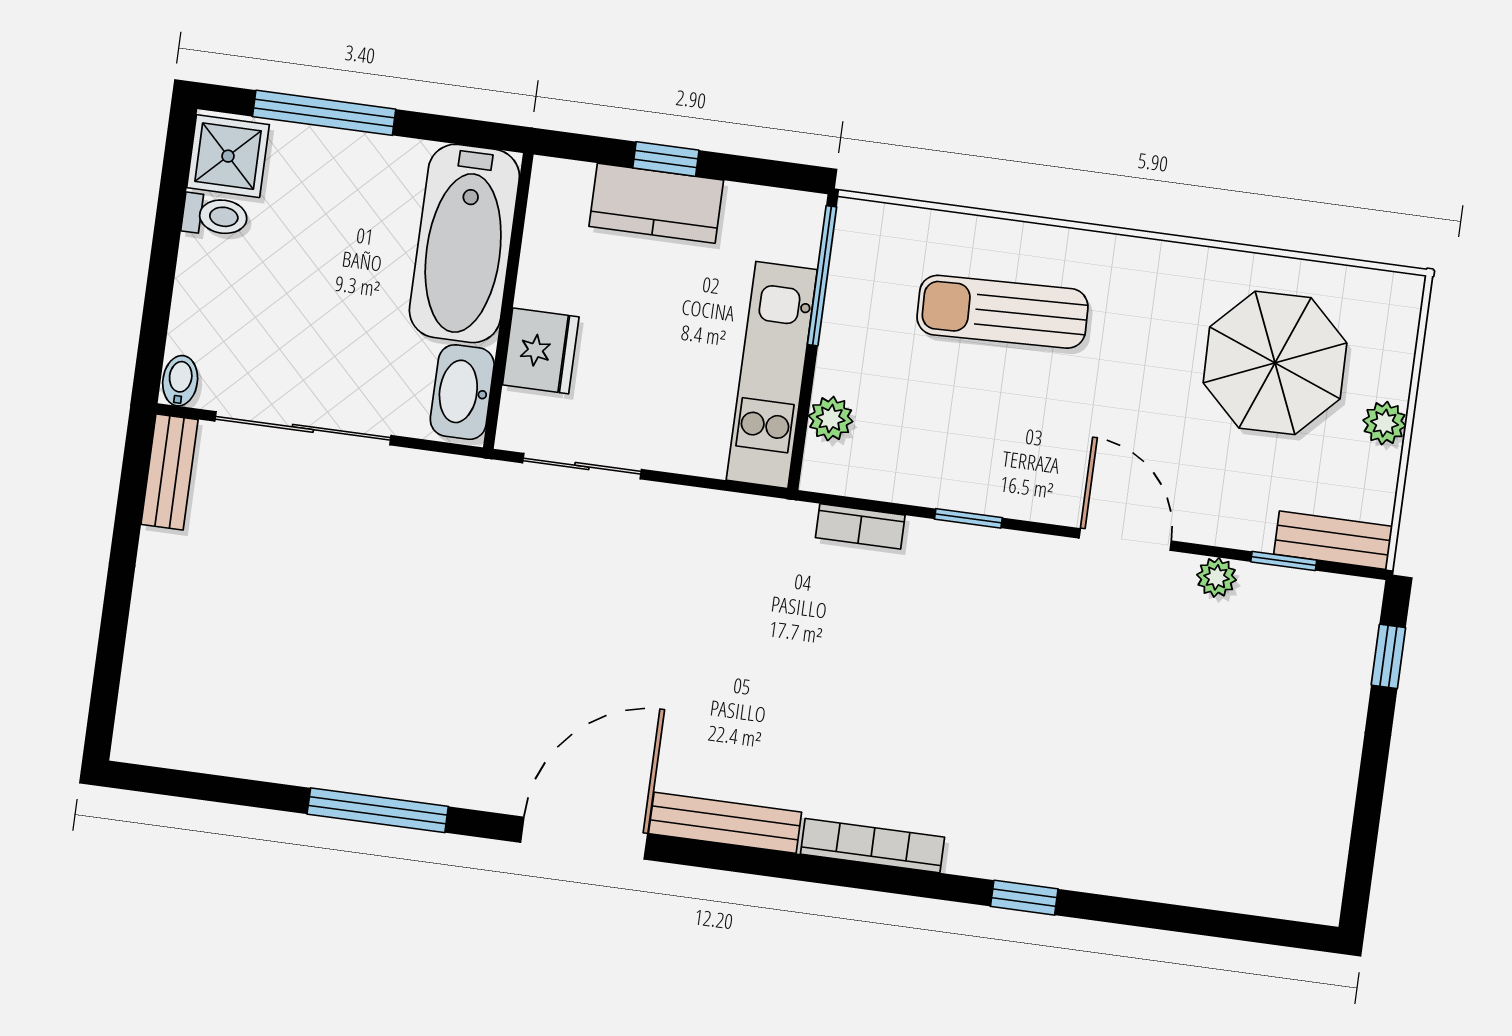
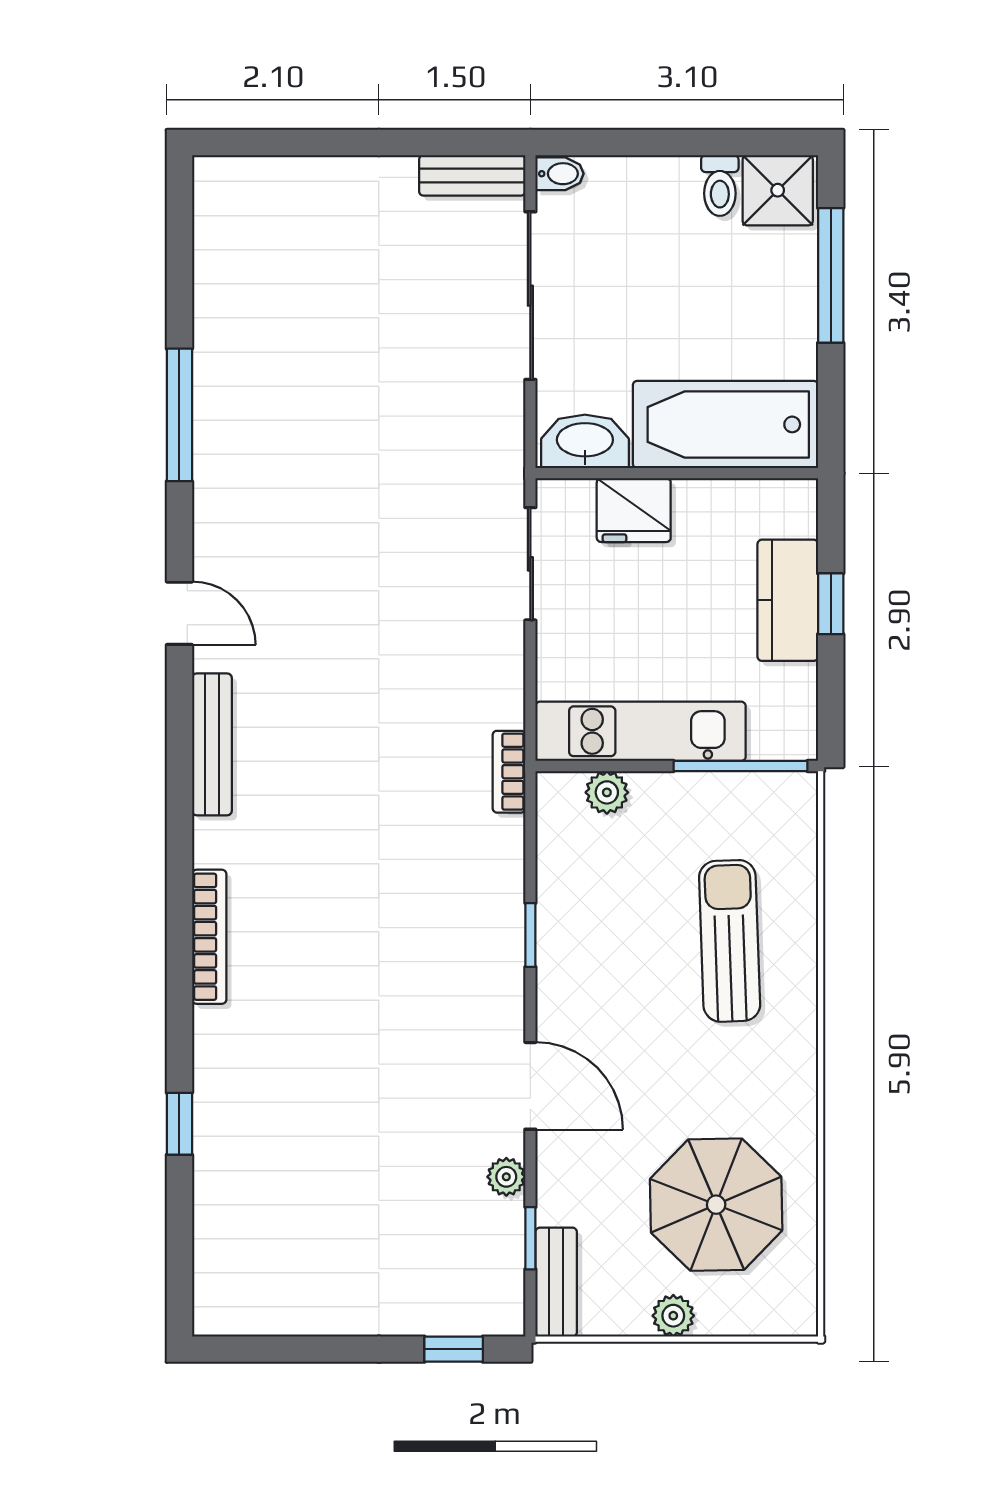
bookcase: (860, 526) -> (509, 772), moved
door: (1125, 539) -> (530, 1086), hinge flipped
door: (584, 838) -> (179, 613), width x0.53
bookcase: (872, 846) -> (209, 937), moved
window: (1024, 898) -> (179, 1124), moved

